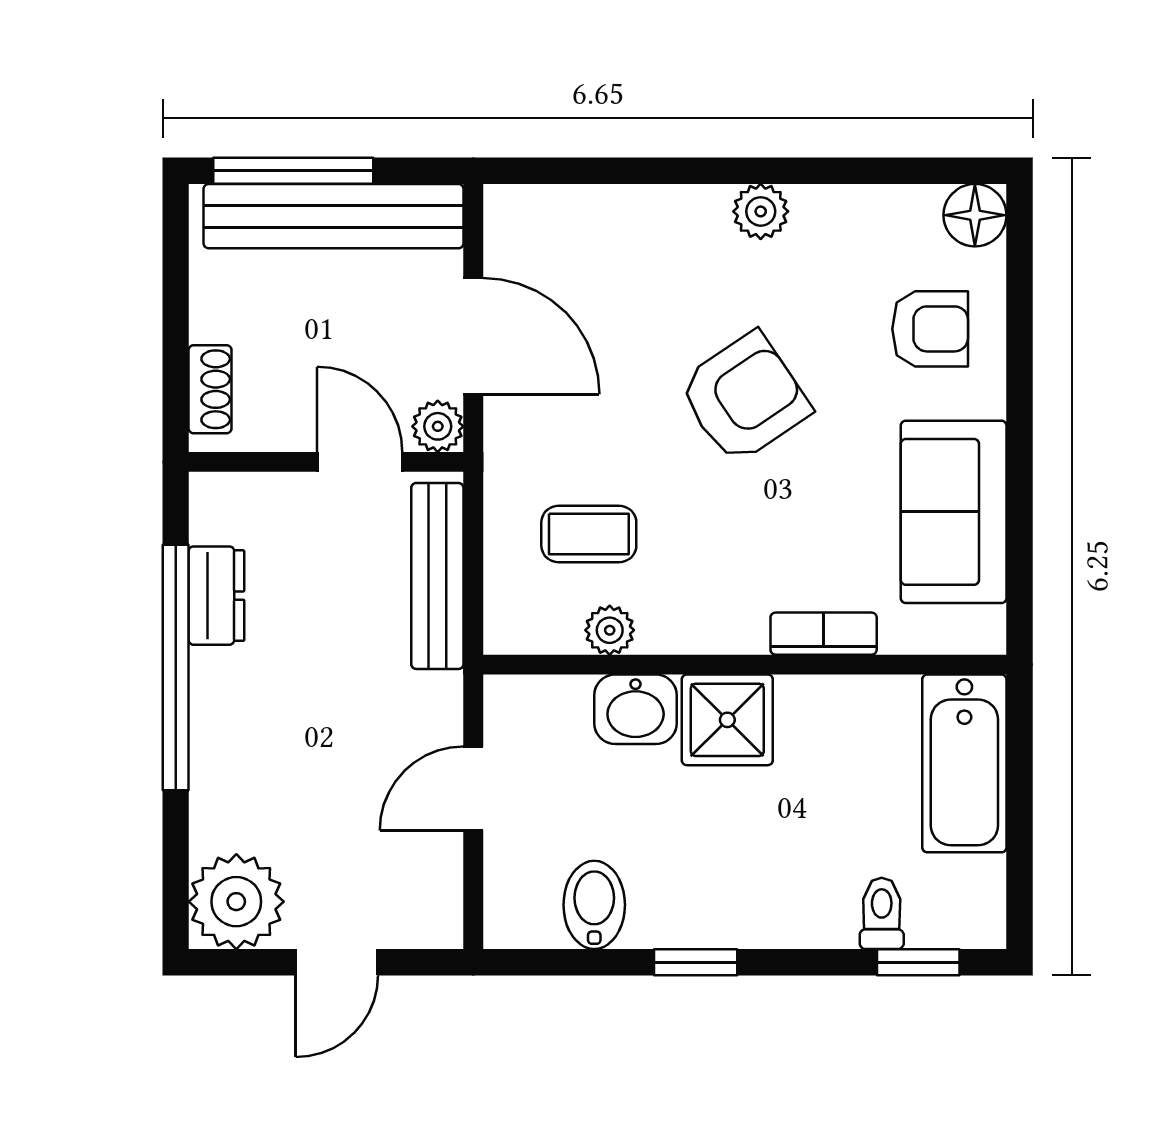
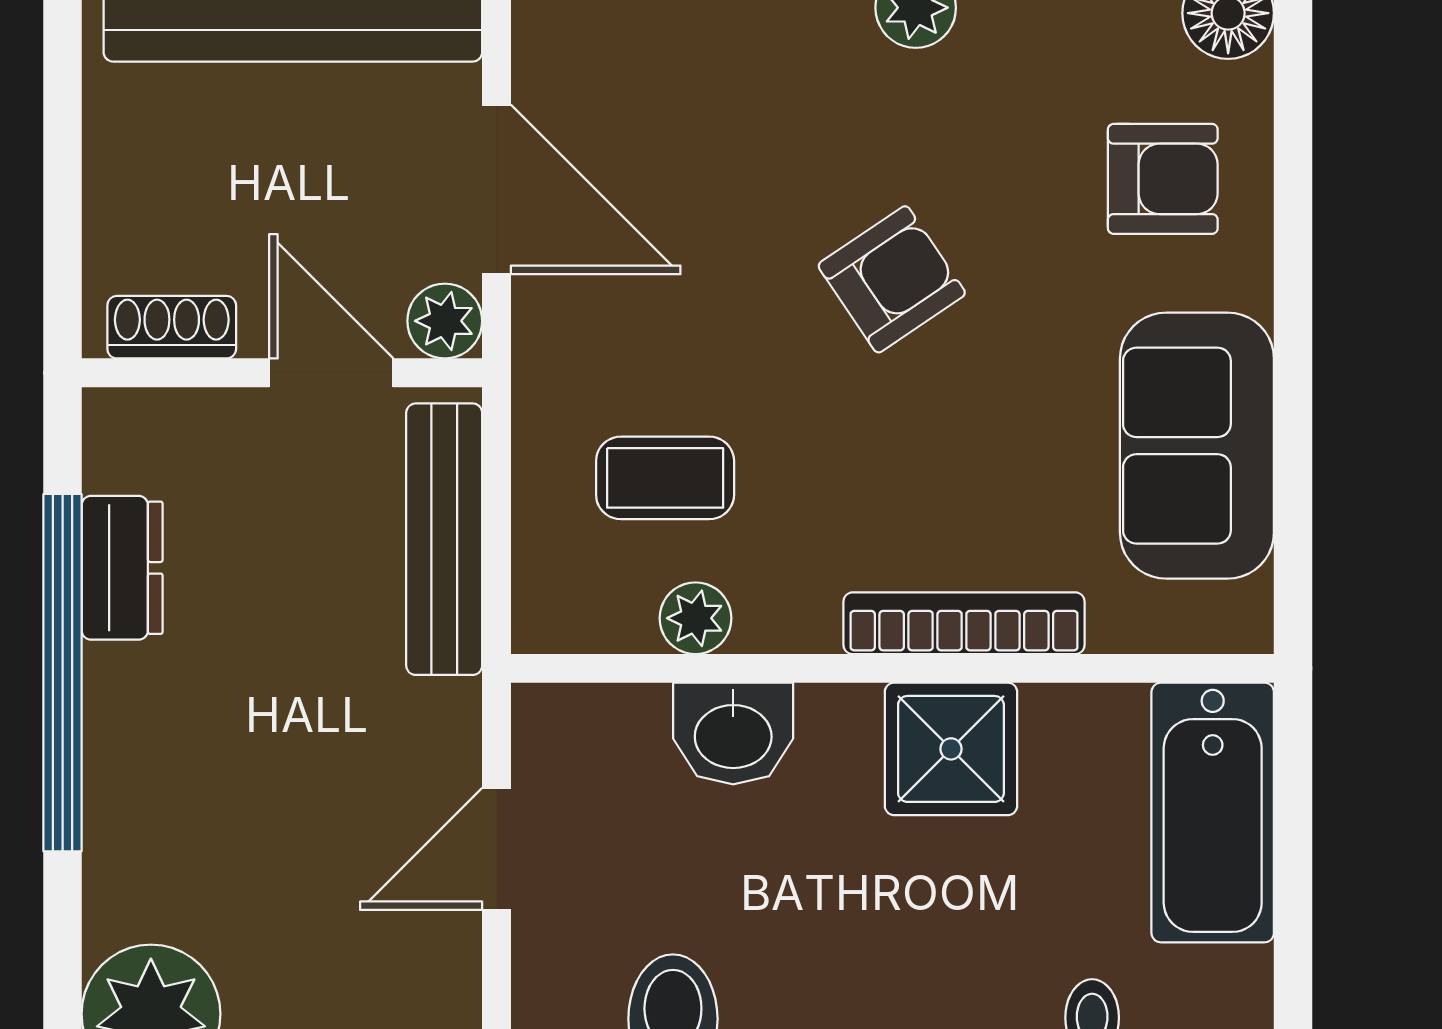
shoe rack: (210, 389) -> (172, 327), moved, turned -90
armchair: (744, 398) -> (892, 279), width x0.72, depth x0.72
bookcase: (824, 634) -> (964, 623), width x1.56
shower: (727, 720) -> (951, 749), moved

